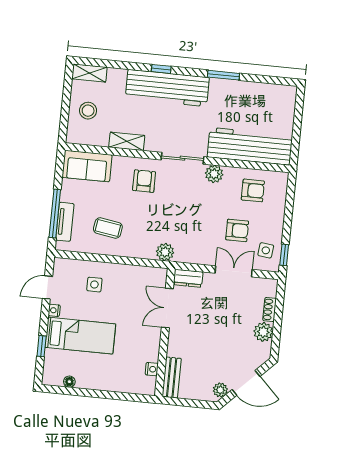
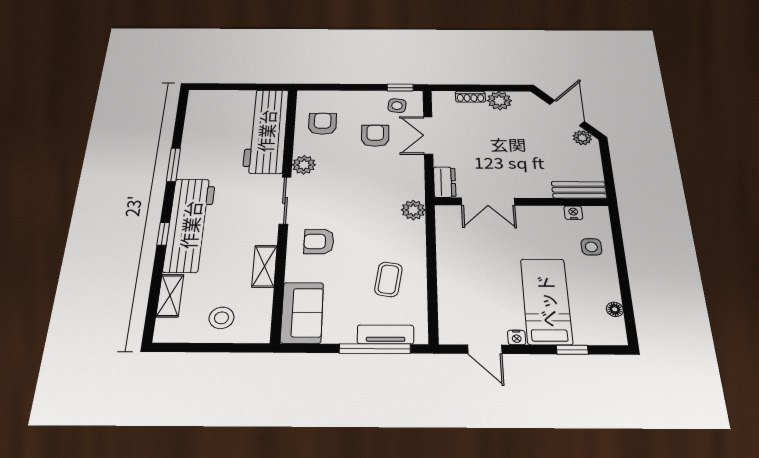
shelving: (89, 73) -> (170, 296), moved
side table: (94, 285) -> (591, 247), moved

